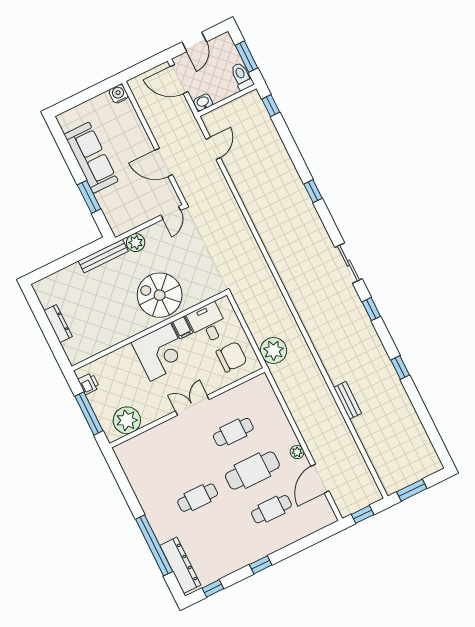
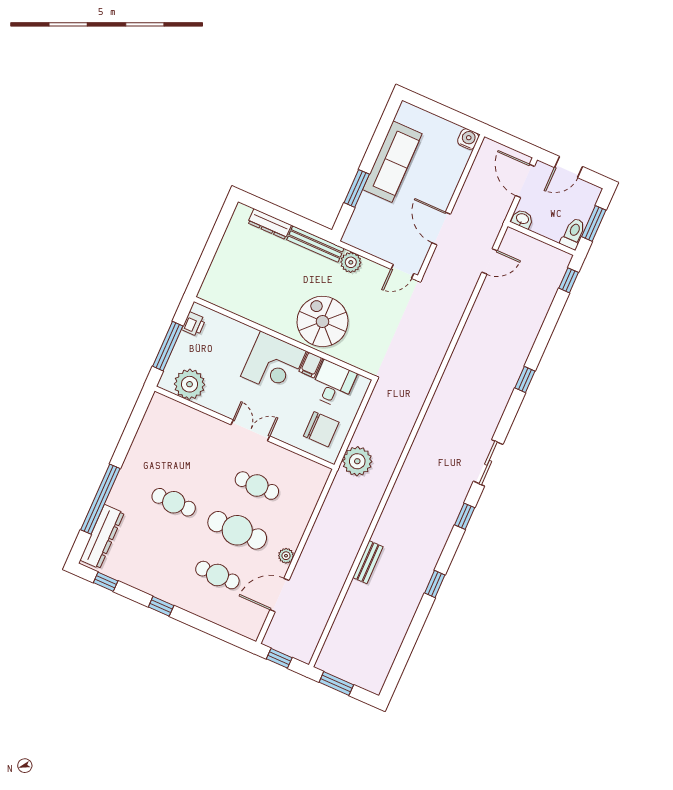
dresser: (58, 324) -> (270, 224), moved, turned 90

